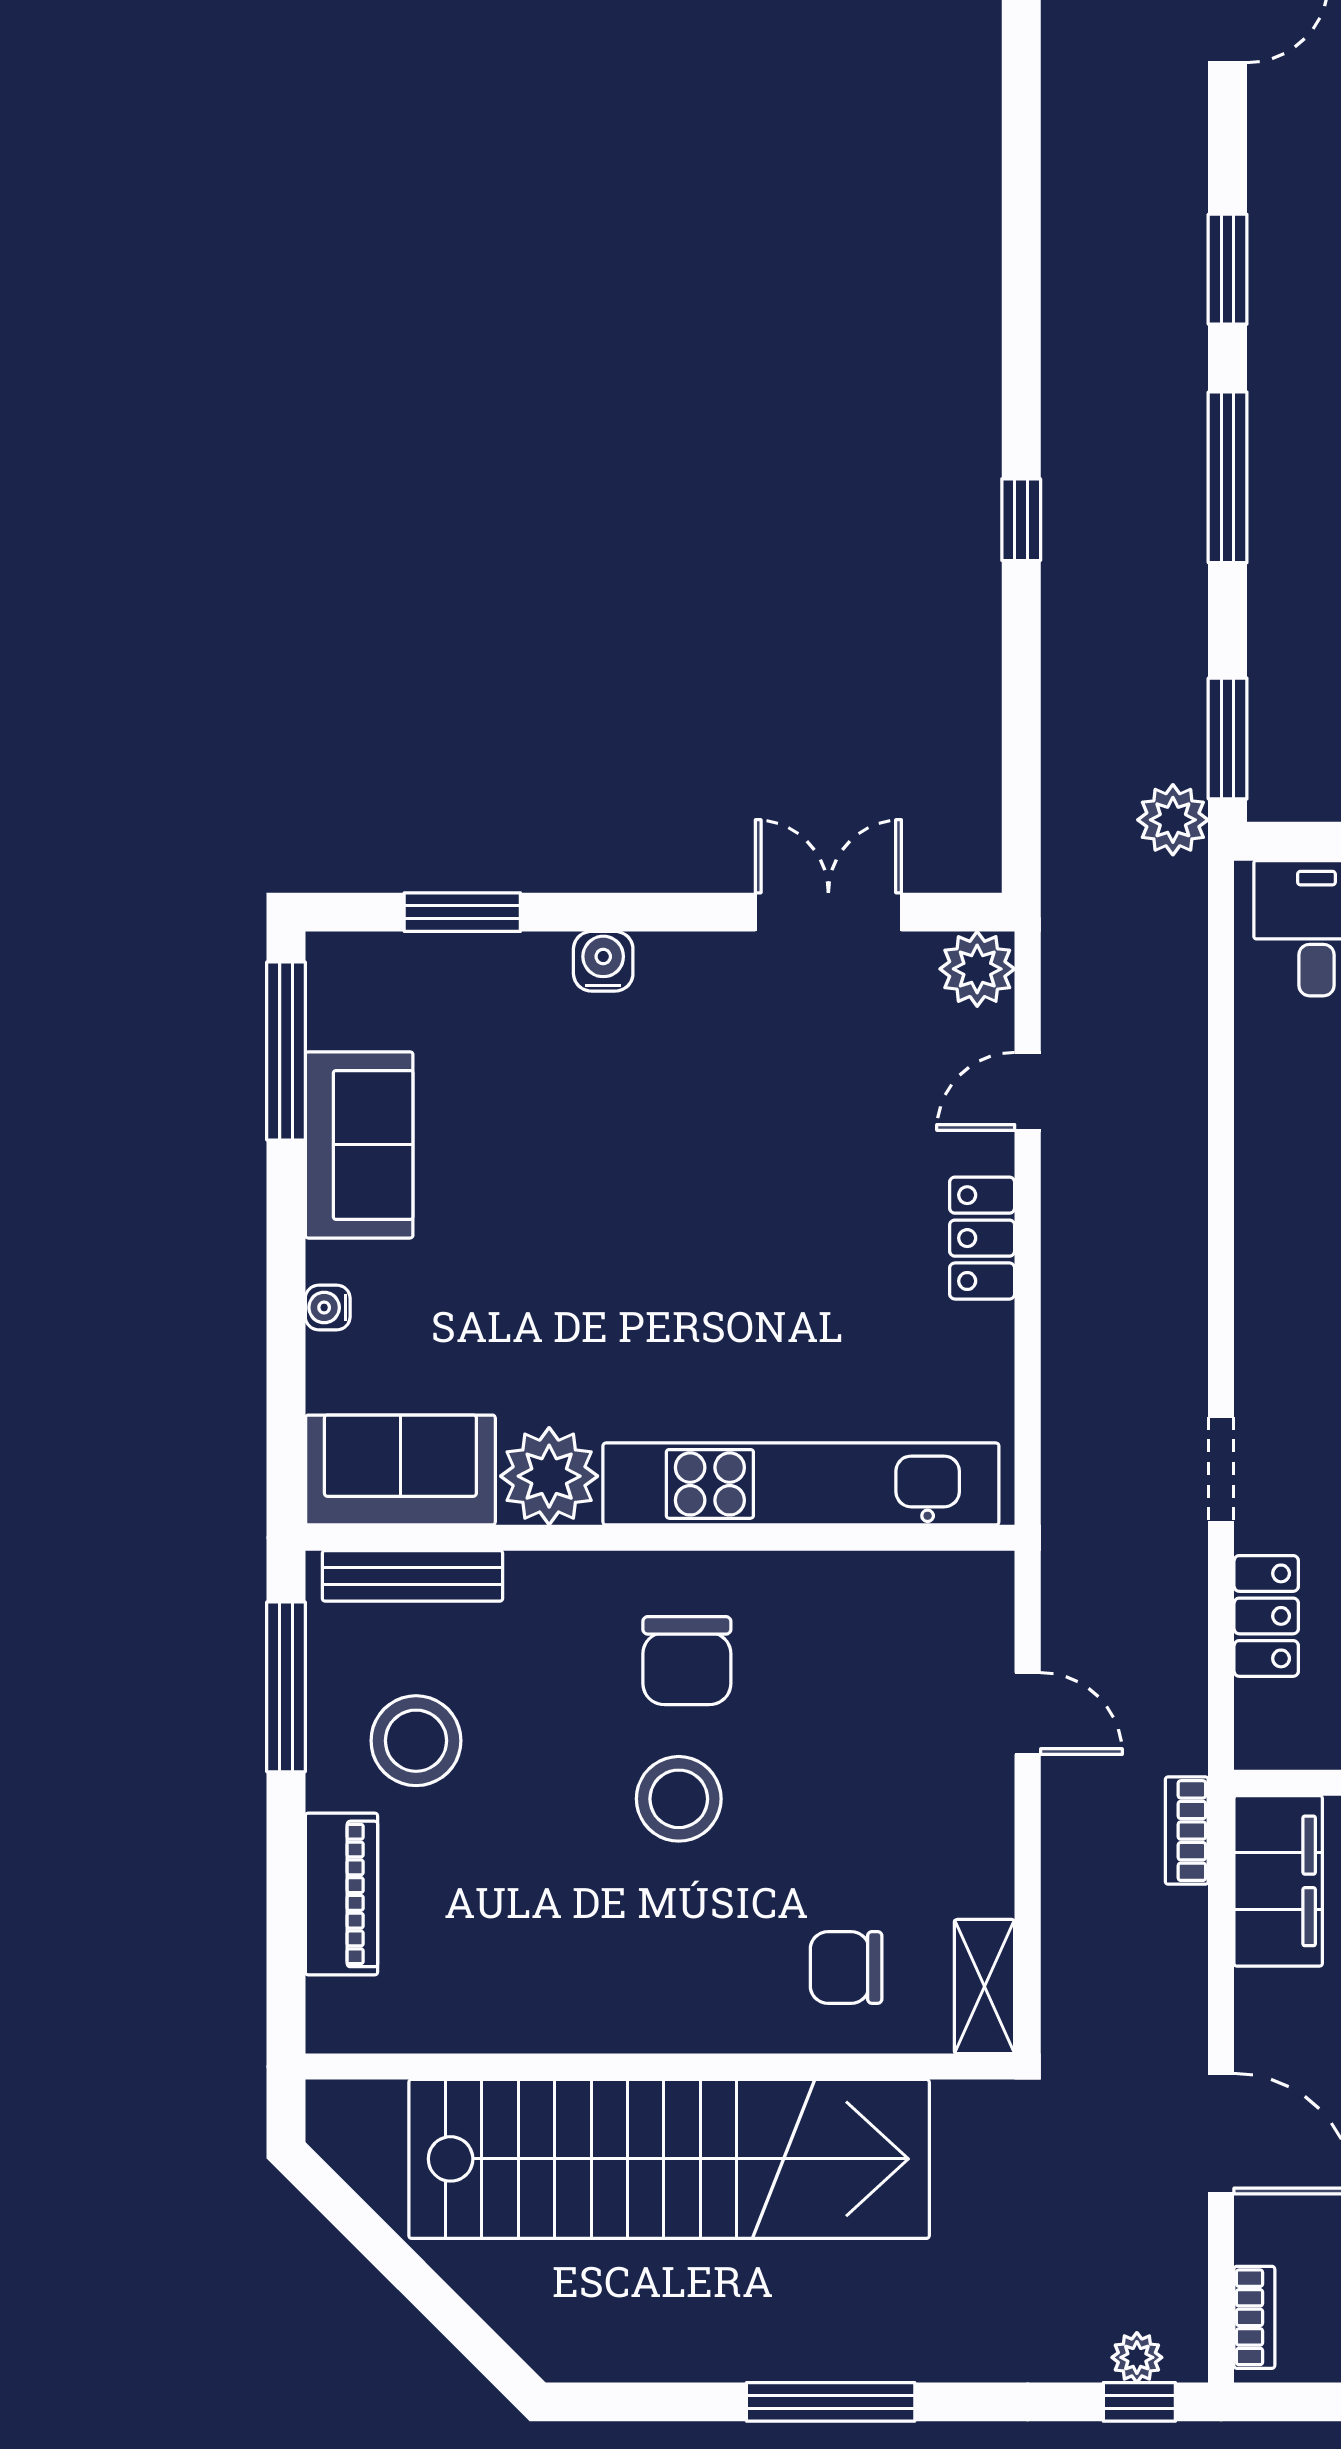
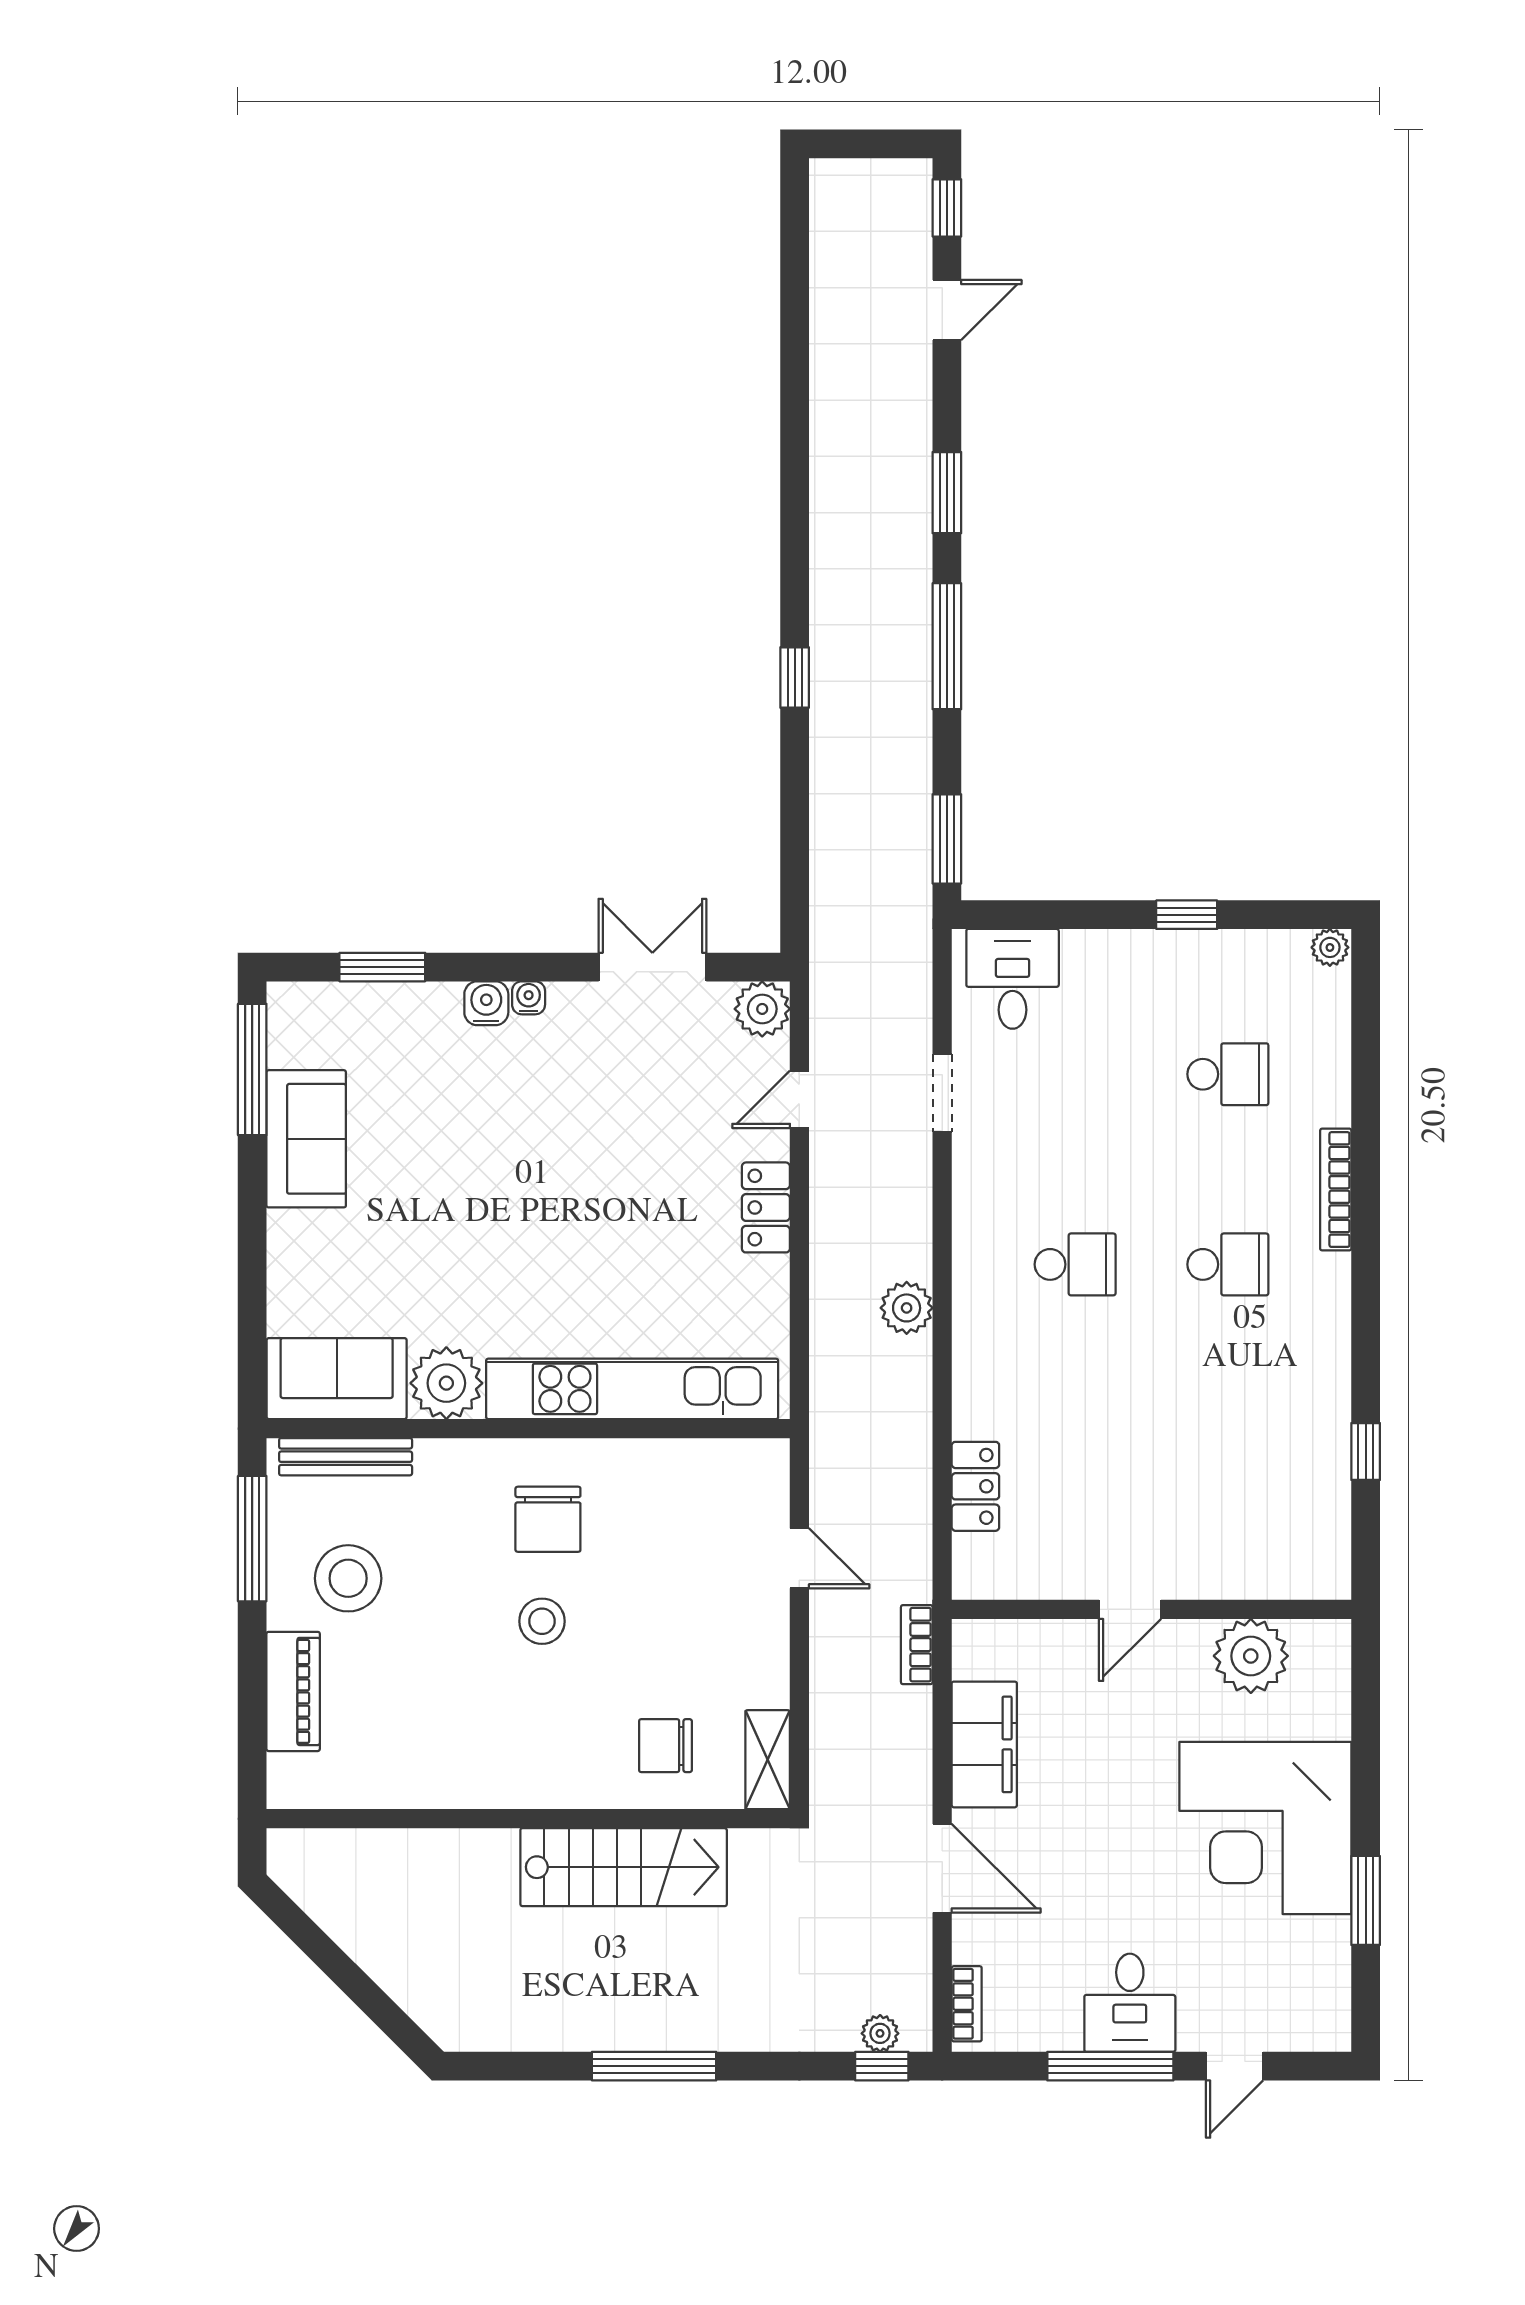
plant: (1173, 820) -> (907, 1308), moved
water cooler: (328, 1308) -> (529, 998), moved, turned 90
doorway: (1221, 1470) -> (942, 1093), moved
stool: (679, 1799) -> (542, 1621), width x0.73, depth x0.73
filing cabinet: (1278, 1881) -> (984, 1744), moved
stairs: (669, 2159) -> (624, 1867), width x0.54, depth x0.66

